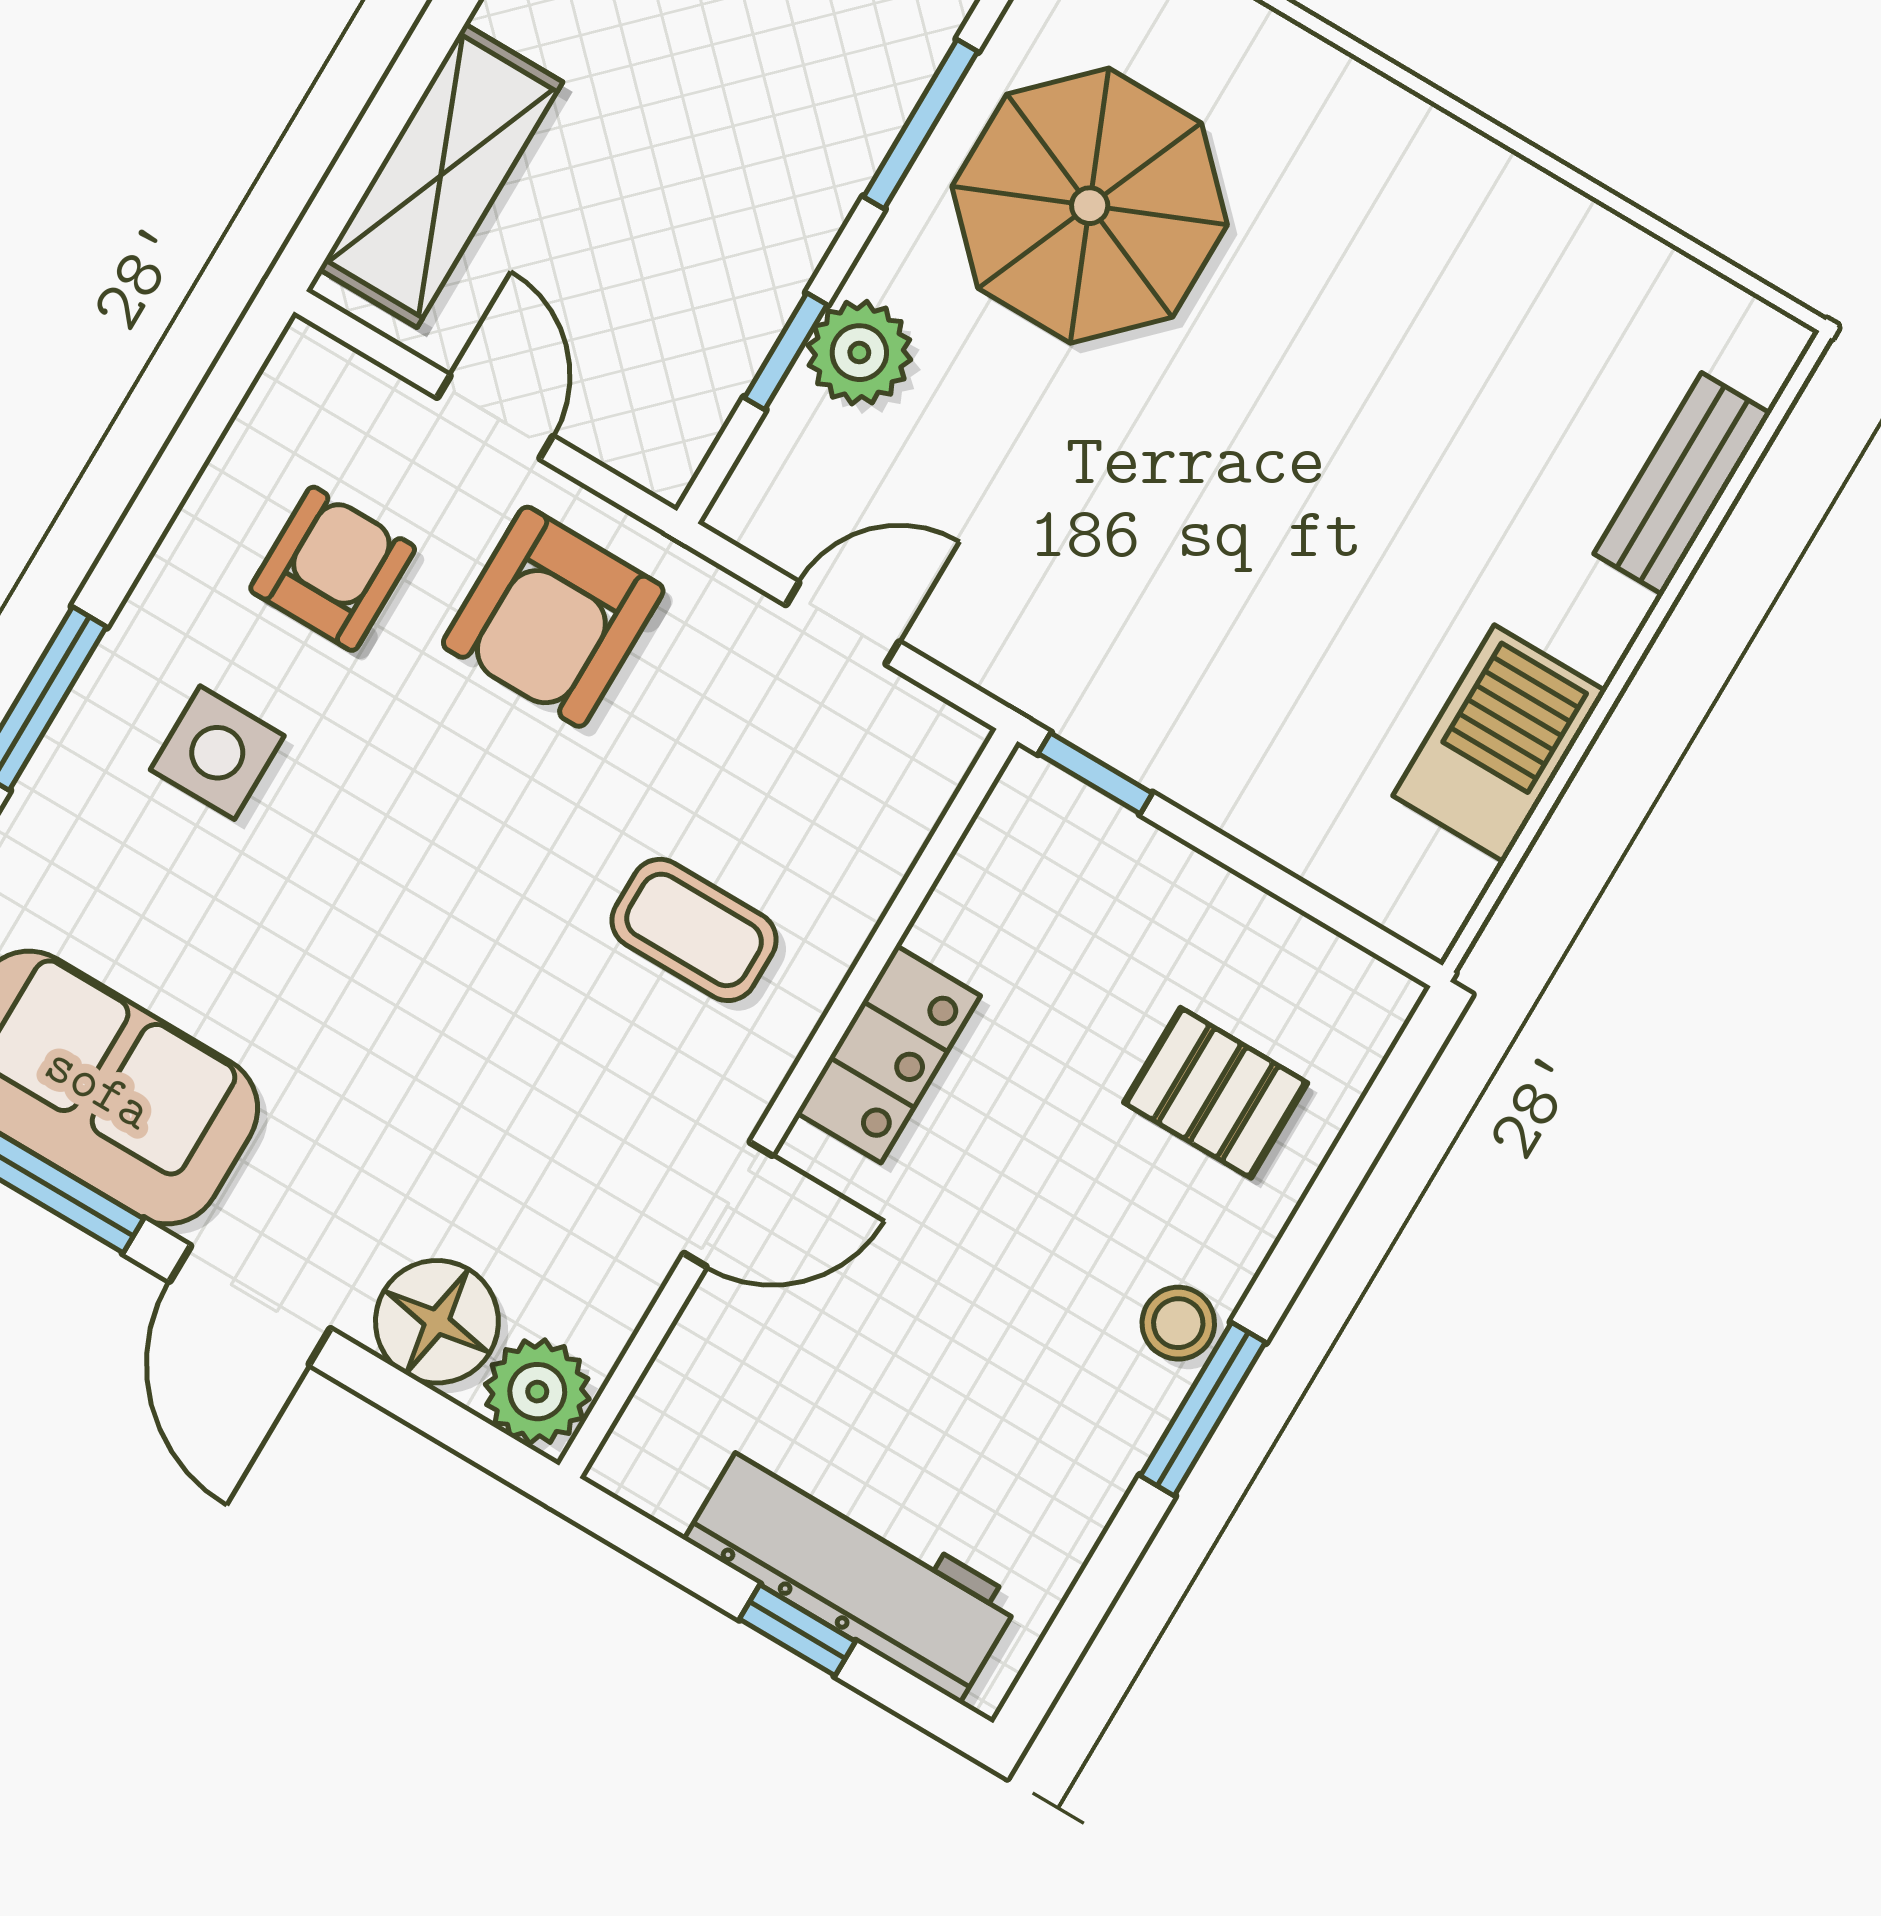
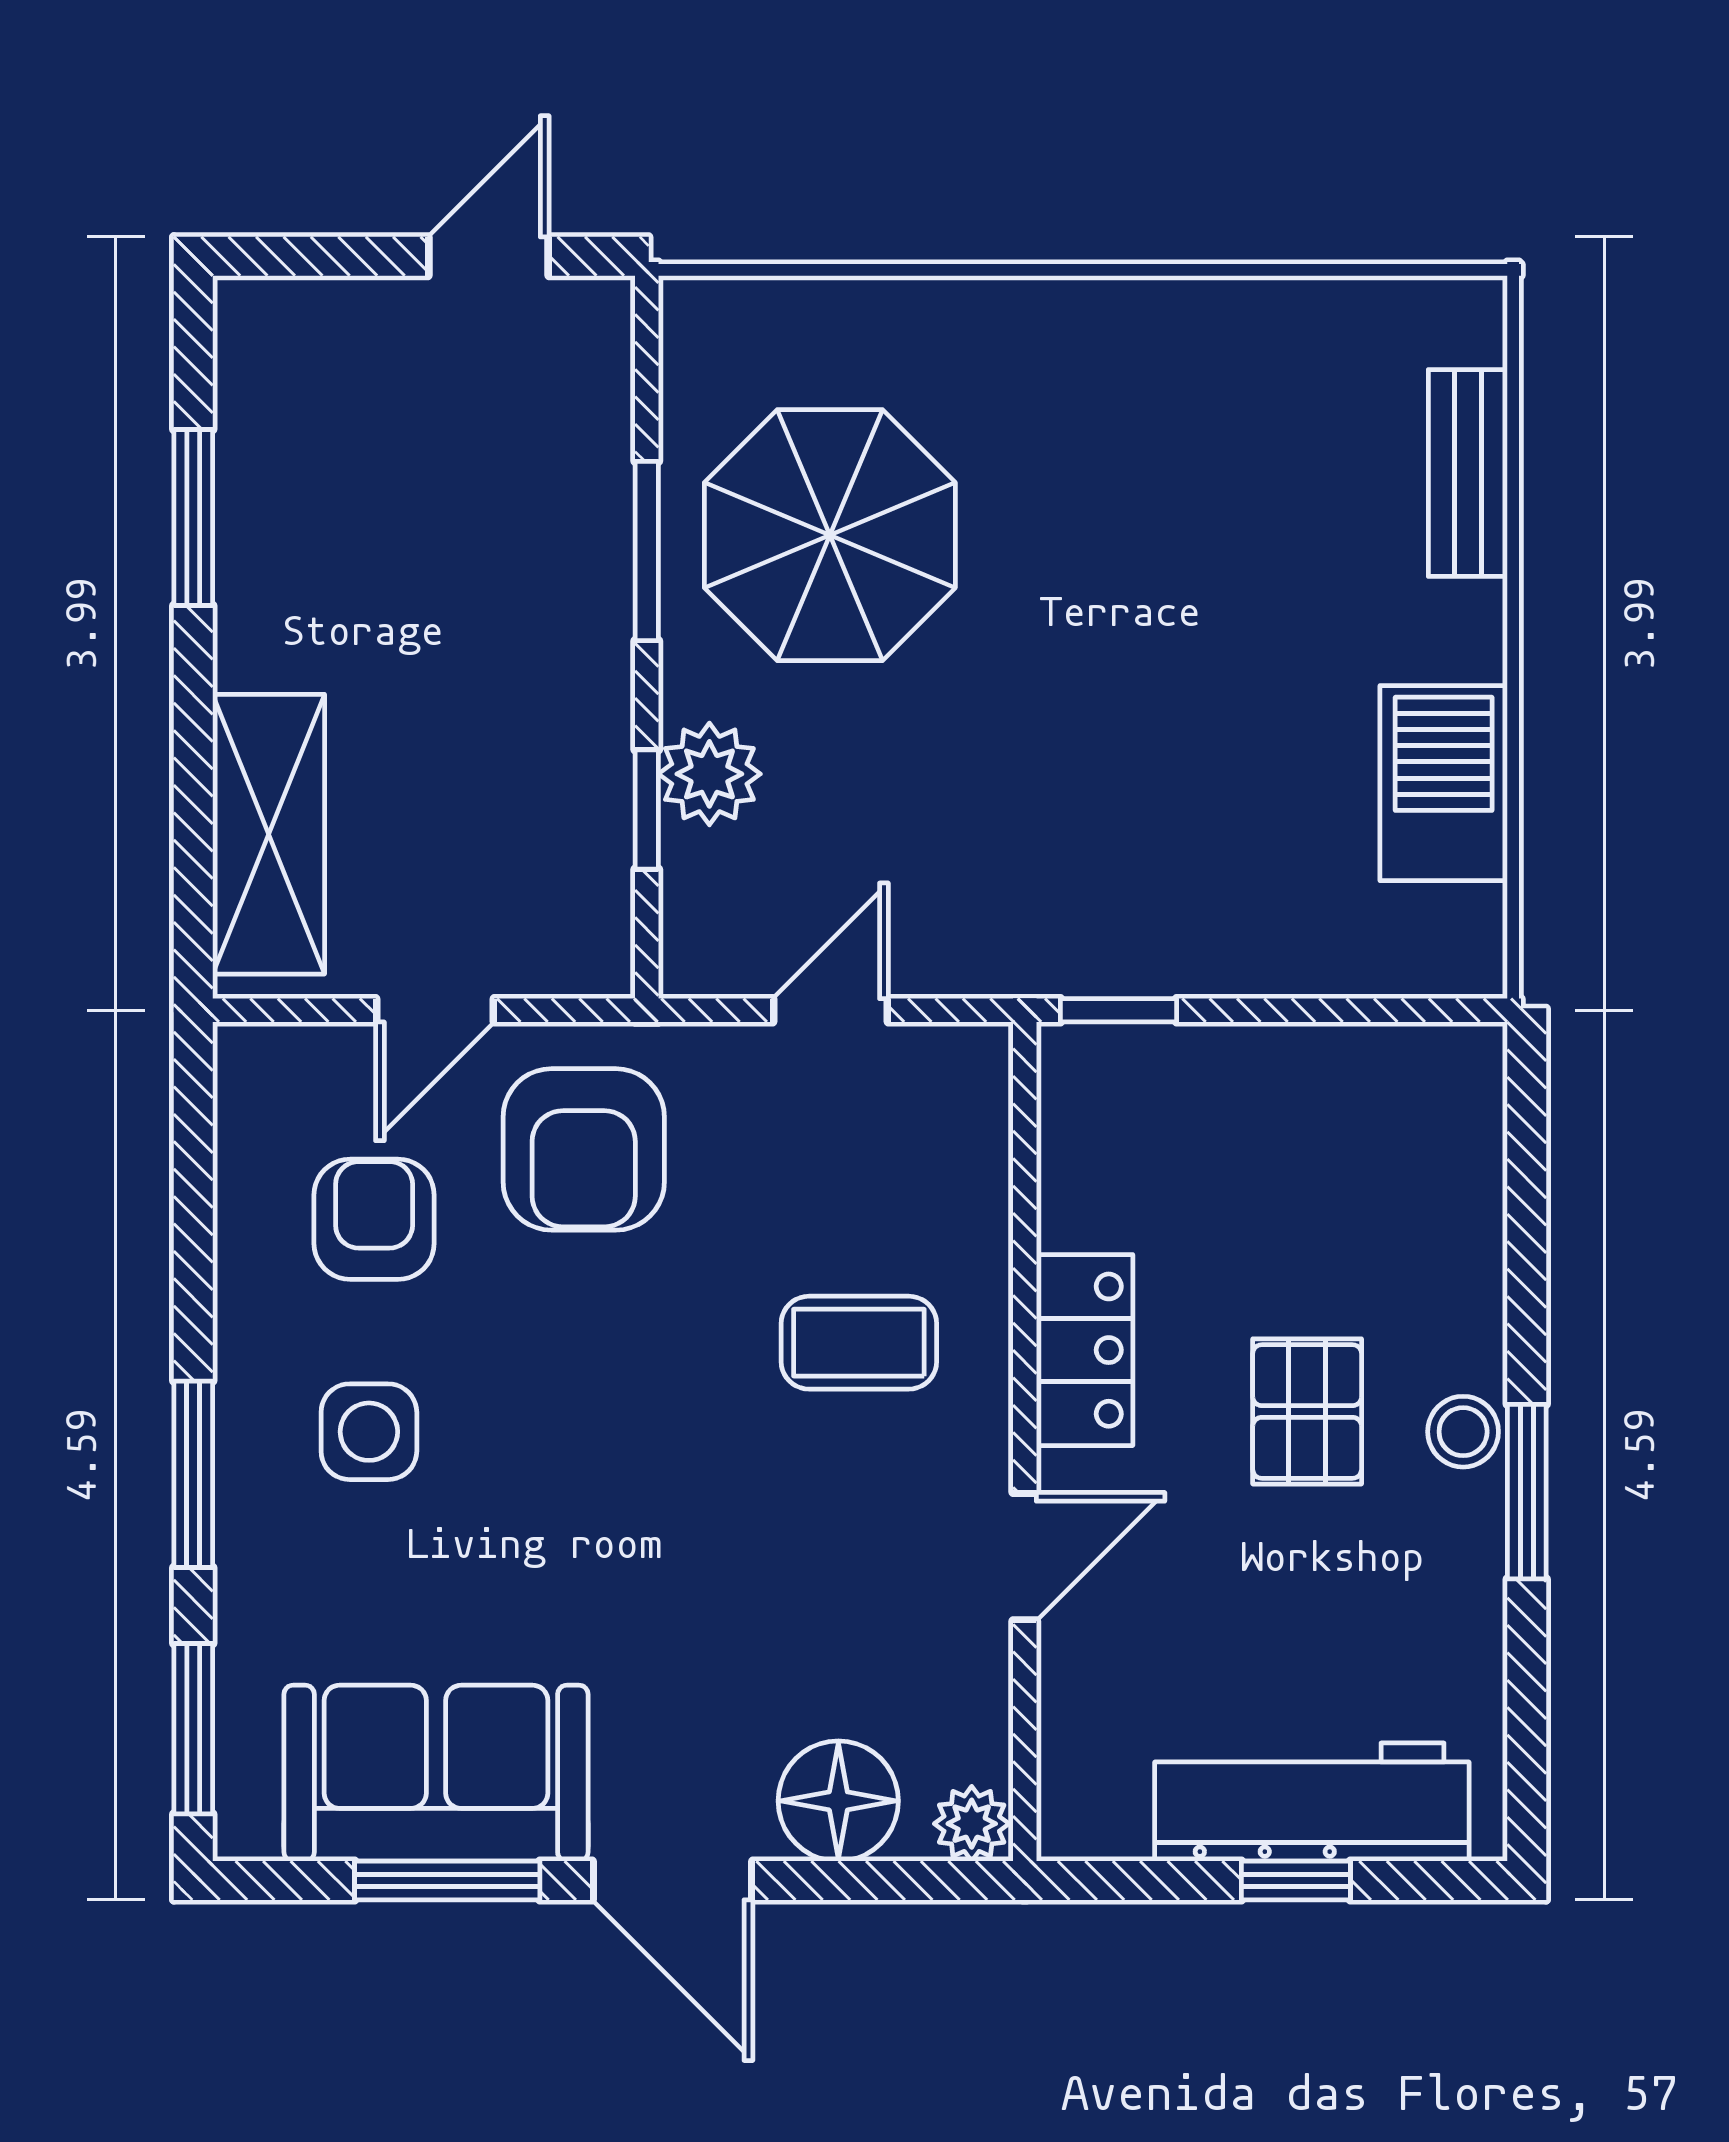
door: (495, 417) -> (435, 1010), swing flipped
pallet: (1216, 1093) -> (1307, 1411), moved, turned 90
plant: (537, 1392) -> (972, 1824), width x0.73, depth x0.73

